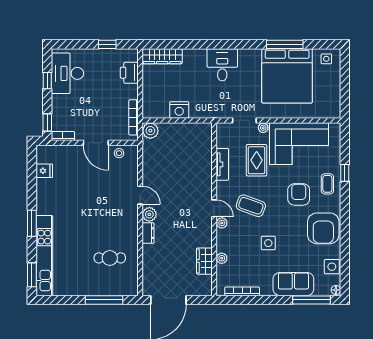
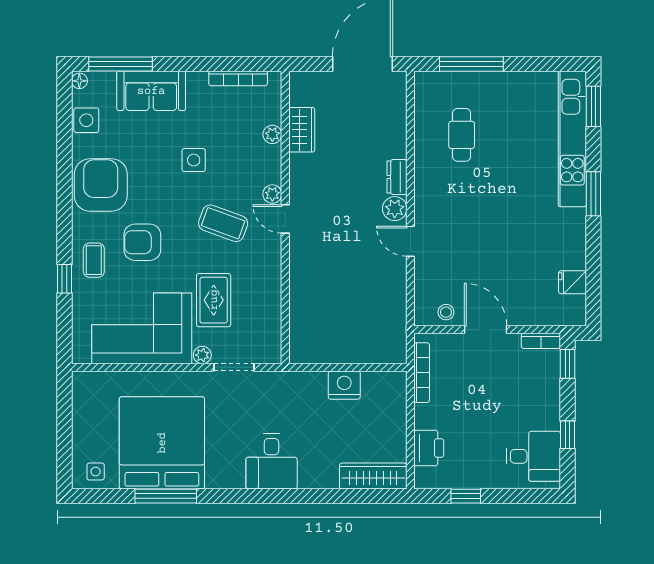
desk: (67, 73) -> (533, 456), width x0.73
plant: (150, 131) -> (393, 350), removed
tv unit: (222, 164) -> (271, 293), removed
armchair: (299, 194) -> (142, 242), turned 90
cafe table: (110, 258) -> (462, 135), turned 90

